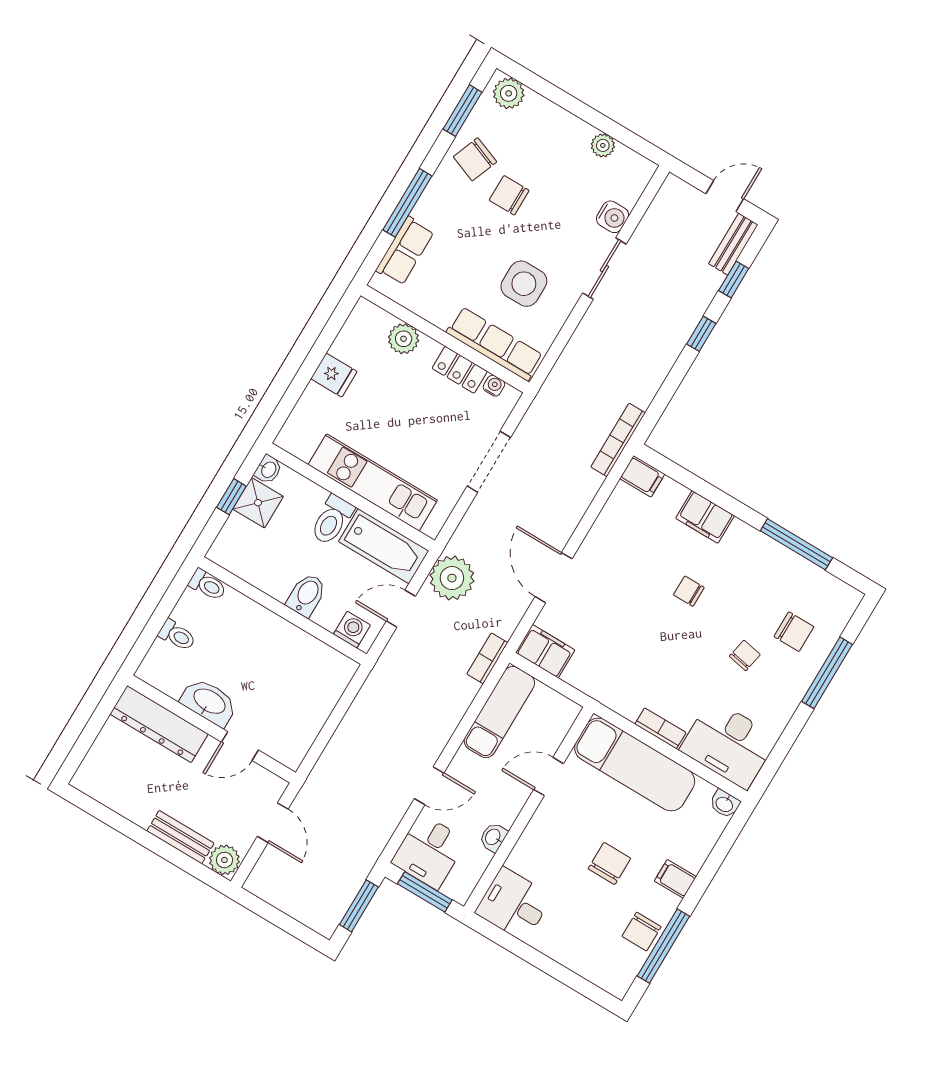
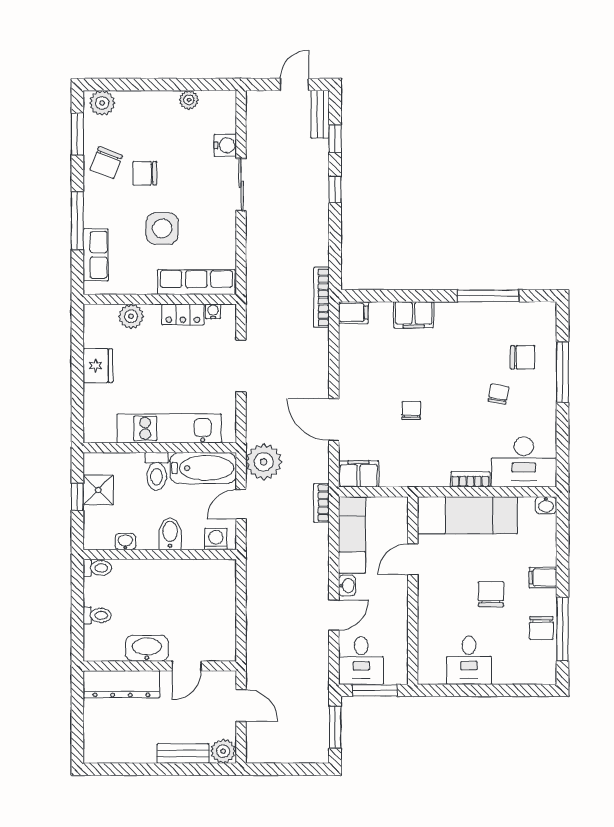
side table: (524, 284) -> (162, 229), moved
fridge: (334, 375) -> (98, 366), width x1.38
washbasin: (268, 469) -> (125, 542), moved, turned -90
chair: (689, 591) -> (411, 410), moved, turned 90
washbasin: (493, 837) -> (347, 586), moved, turned 180
desk: (514, 904) -> (469, 660), moved, turned -90

